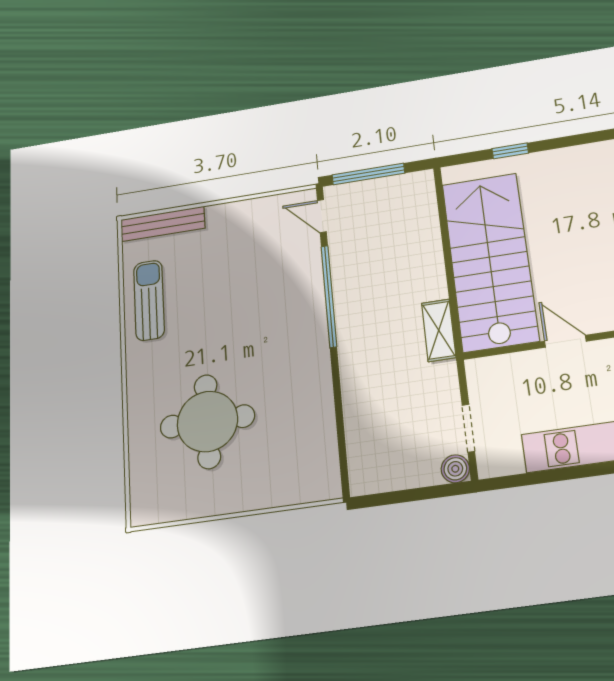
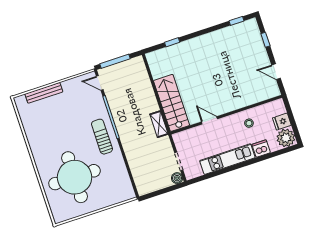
bench: (163, 224) -> (44, 93), moved
stairs: (490, 261) -> (172, 103), width x0.73, depth x0.66
sun lounger: (149, 300) -> (102, 137), moved
round table: (207, 421) -> (75, 177), width x1.36, depth x1.36

